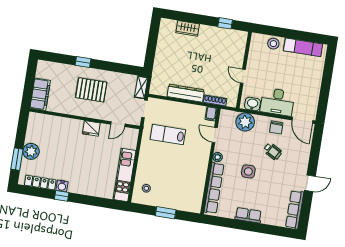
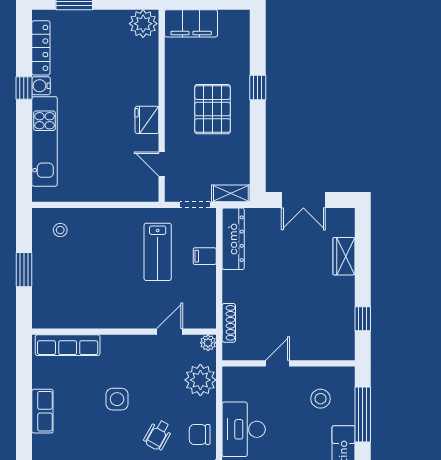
window: (280, 32) -> (363, 414), added
stool: (273, 44) -> (320, 399), moved
double door: (152, 46) -> (303, 200), added
dresser: (186, 93) -> (233, 239), moved
washbasin: (252, 104) -> (233, 388), removed
filing cabinet: (211, 114) -> (205, 256), moved
lab bench: (168, 135) -> (158, 252), turned 180
plant: (31, 151) -> (143, 24), moved
plant: (218, 157) -> (208, 343), moved
kitchen unit: (125, 175) -> (45, 141), moved, turned 90
row of seats: (214, 188) -> (68, 345), width x0.73

